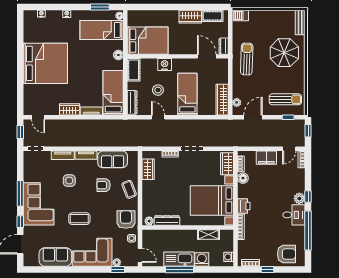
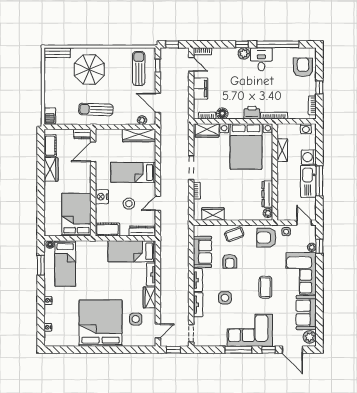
floor lamp: (118, 55) -> (92, 246), removed
side table: (49, 96) -> (136, 319), added
door: (140, 255) -> (304, 223), hinge flipped
plant: (32, 260) -> (310, 337), added

